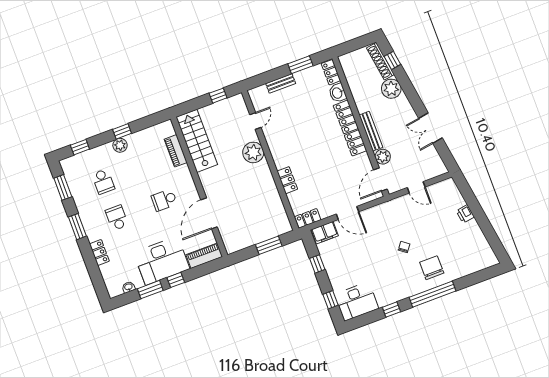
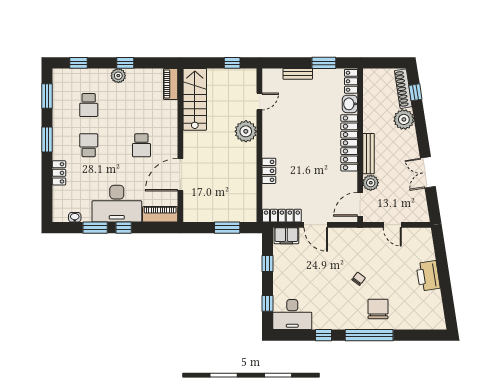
piano: (176, 151) -> (171, 84), moved
school desk: (164, 200) -> (141, 145), turned -90
printer: (465, 214) -> (428, 276), width x1.87, depth x1.48
locker: (308, 218) -> (282, 216), width x1.53

